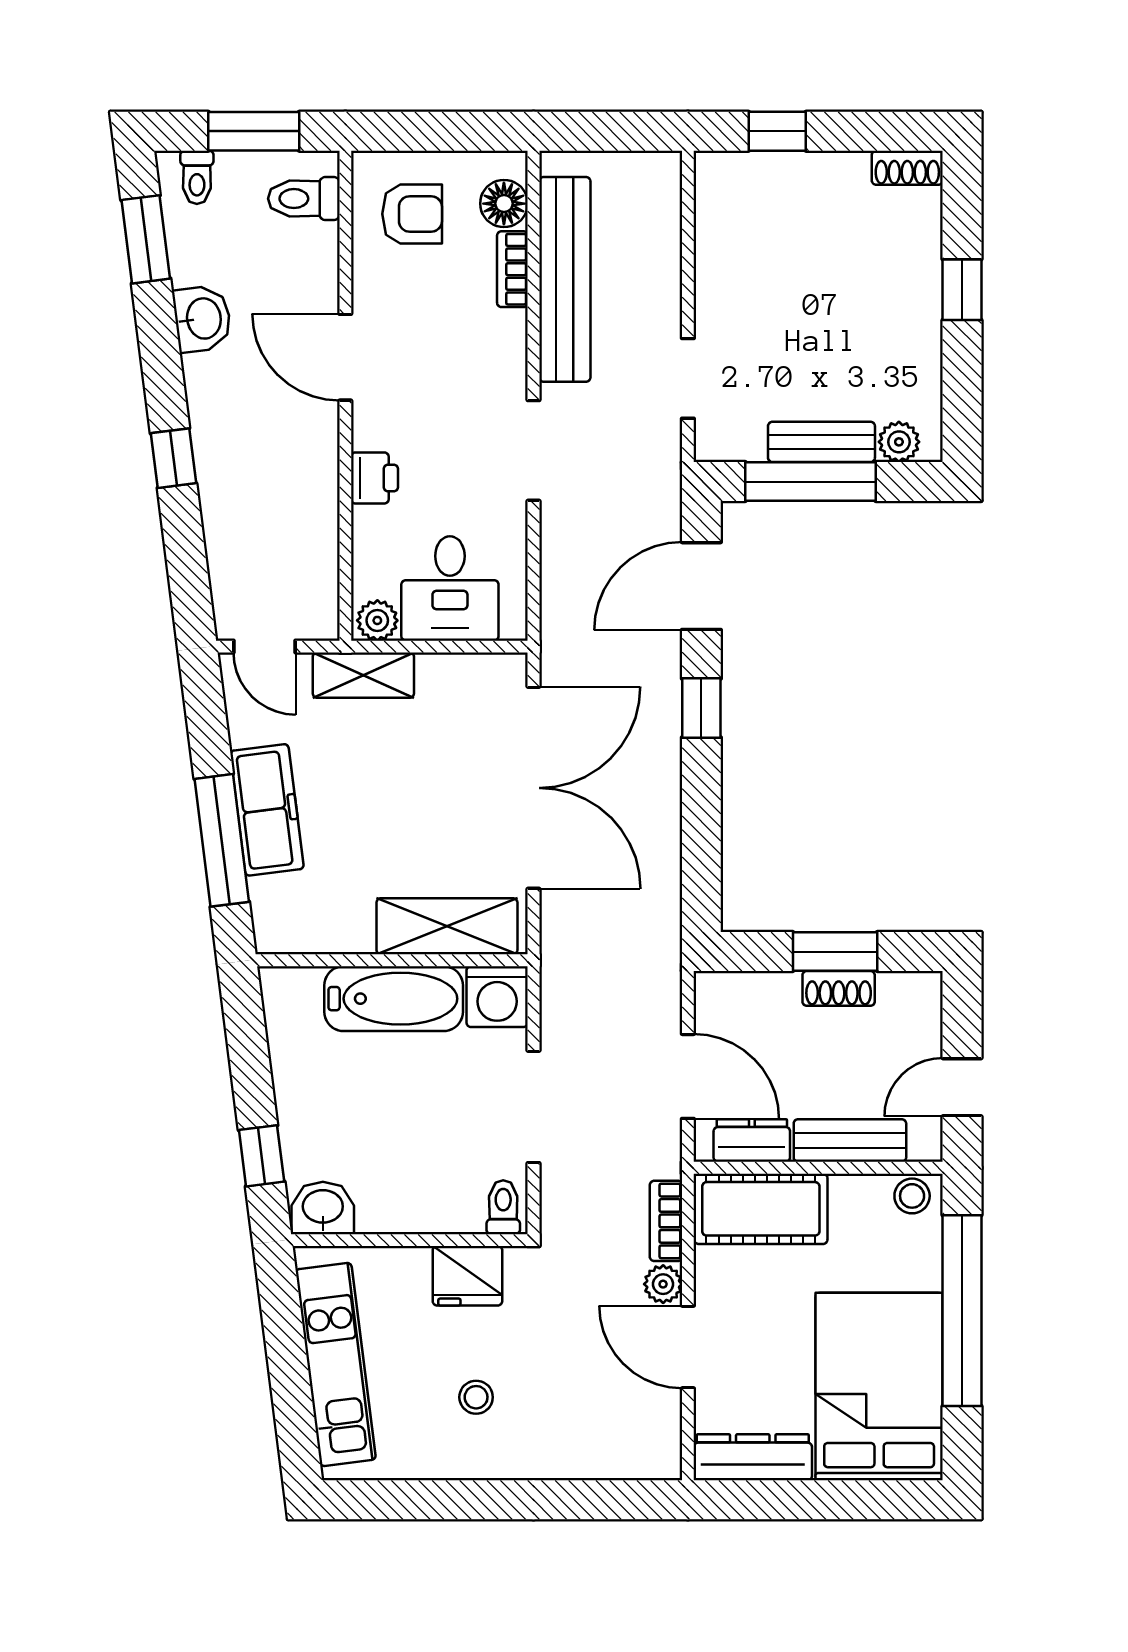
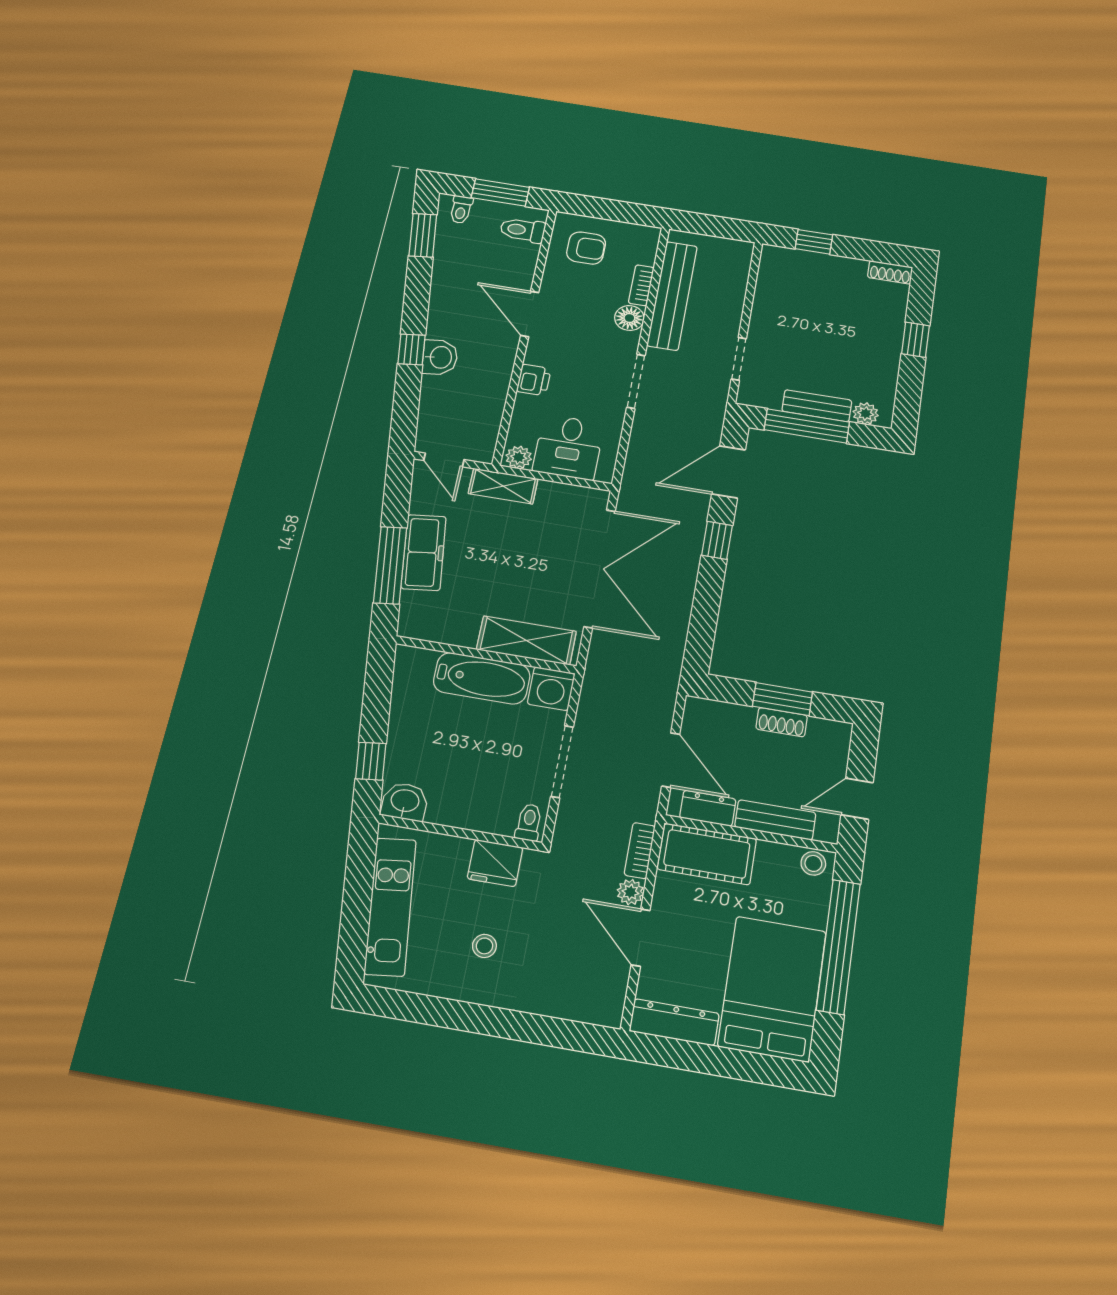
floor lamp: (504, 204) -> (629, 318), moved
washbasin: (202, 319) -> (440, 357), moved

